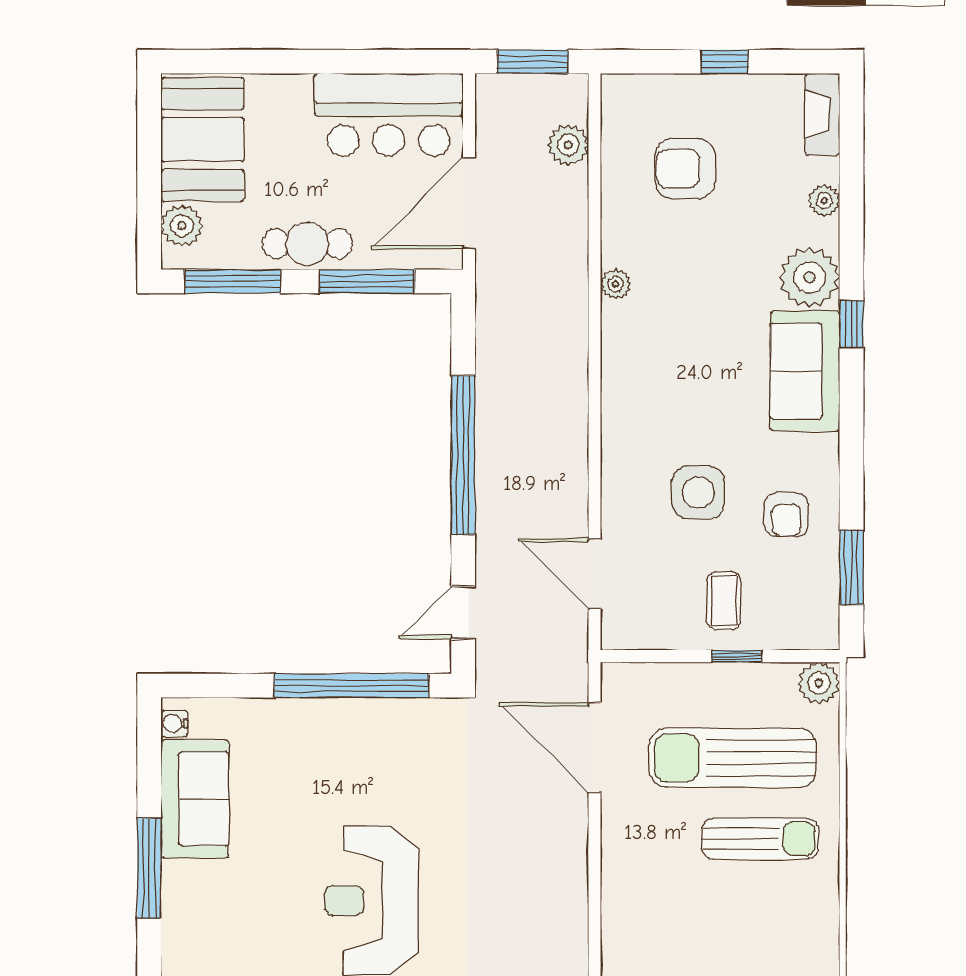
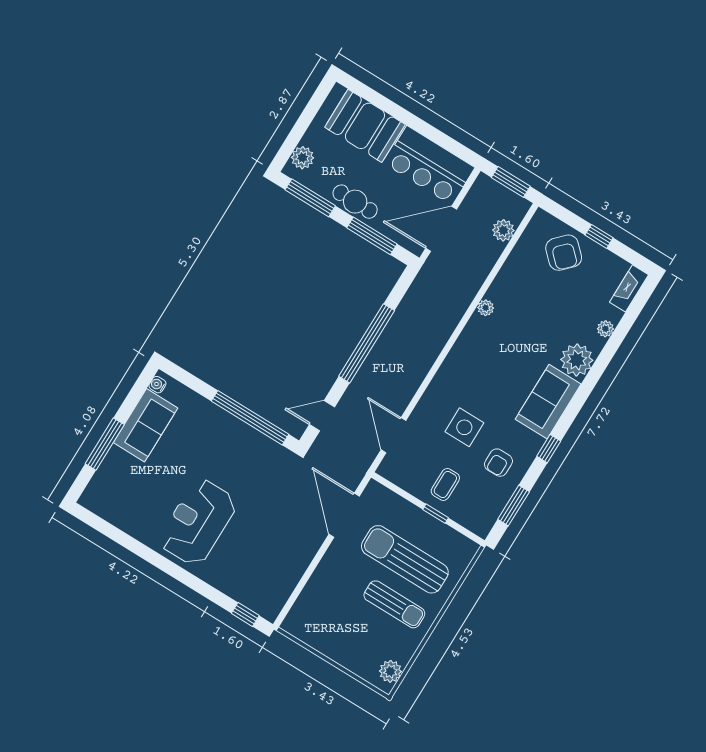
booth: (202, 140) -> (365, 126), moved, turned 90
armchair: (685, 169) -> (564, 253), moved, turned -136
window: (852, 324) -> (549, 449), moved
plant: (819, 683) -> (390, 671), moved

